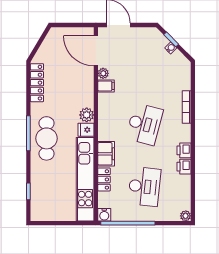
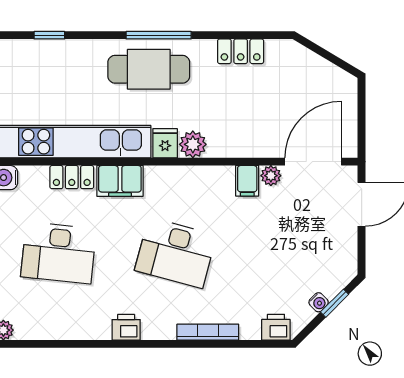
locker: (37, 83) -> (241, 51), width x0.66
printer: (184, 167) -> (276, 327), moved

